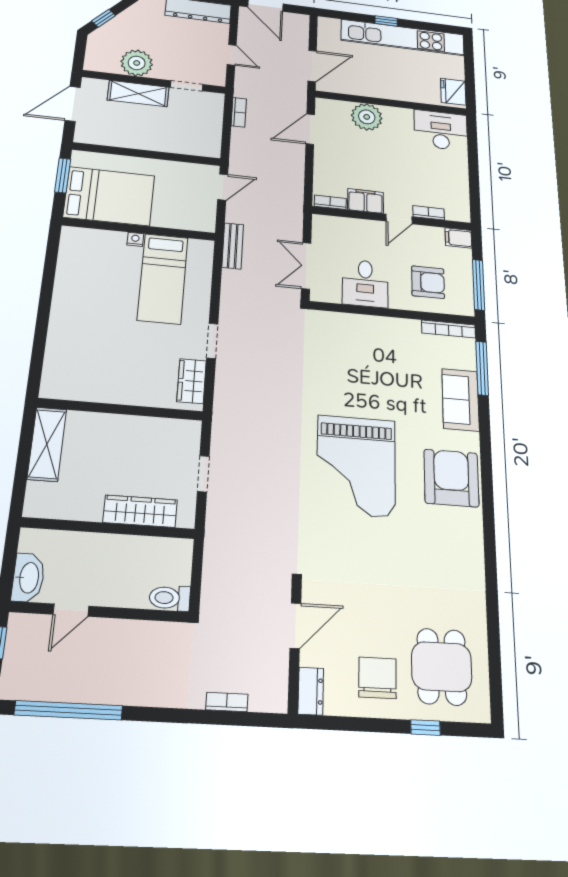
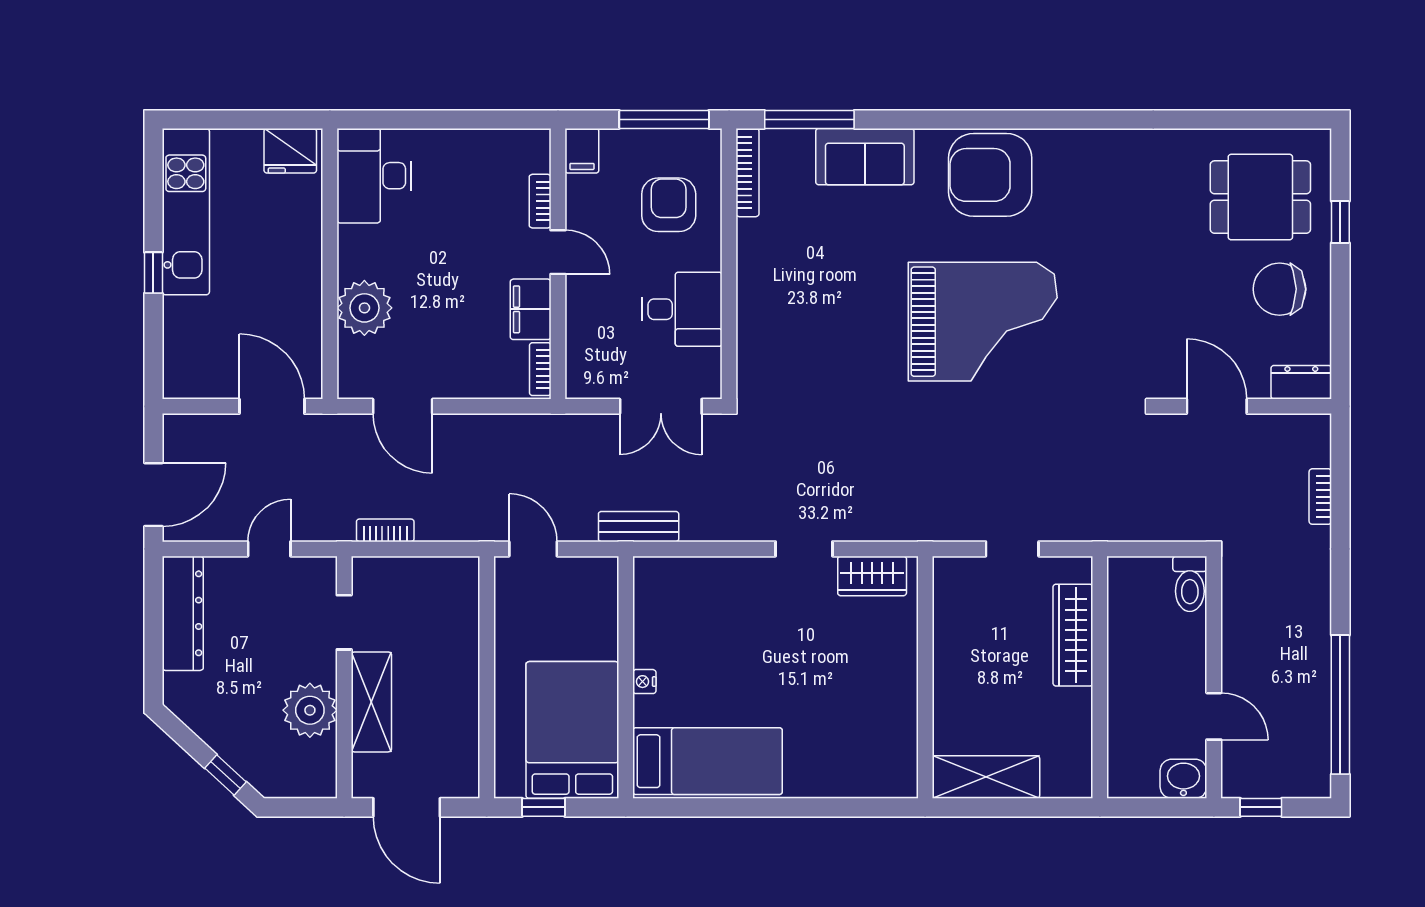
kitchen unit: (403, 38) -> (186, 212), width x0.73
window: (63, 175) -> (543, 807), width x0.67
bed: (163, 278) -> (707, 761), moved
washbasin: (28, 578) -> (1183, 779), width x0.72

